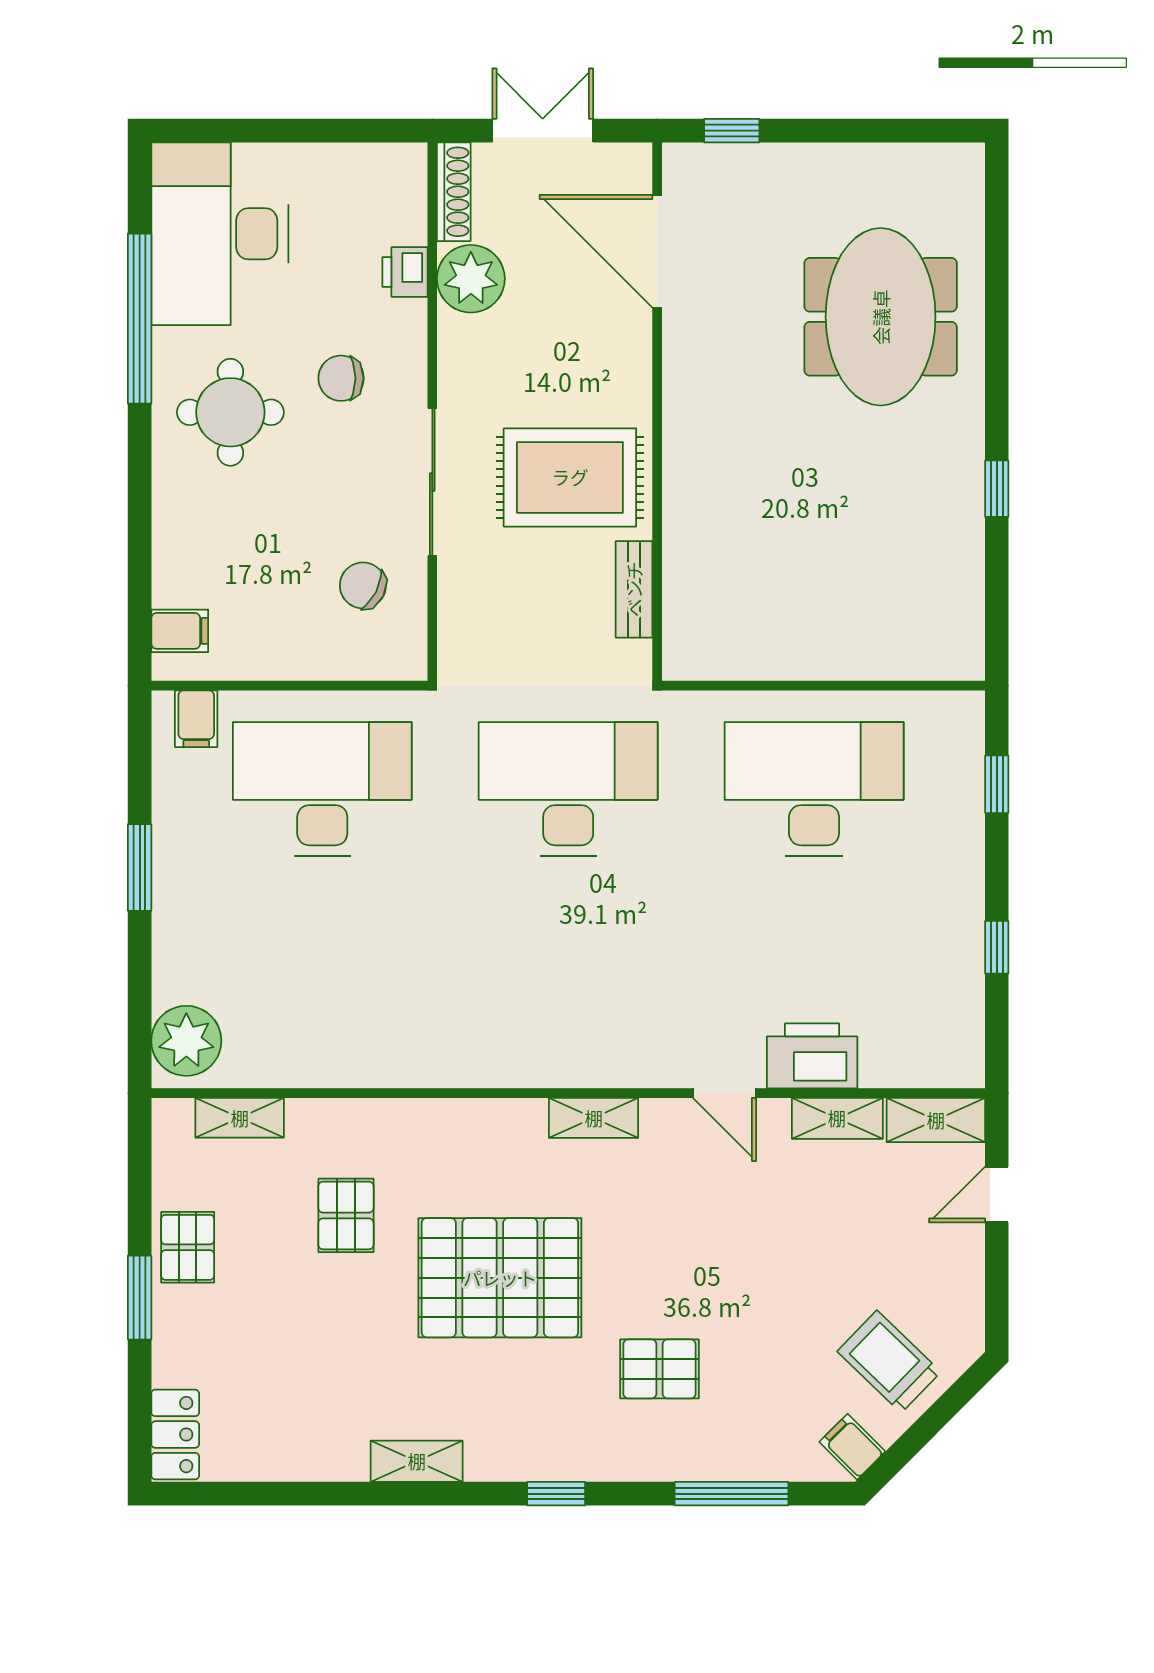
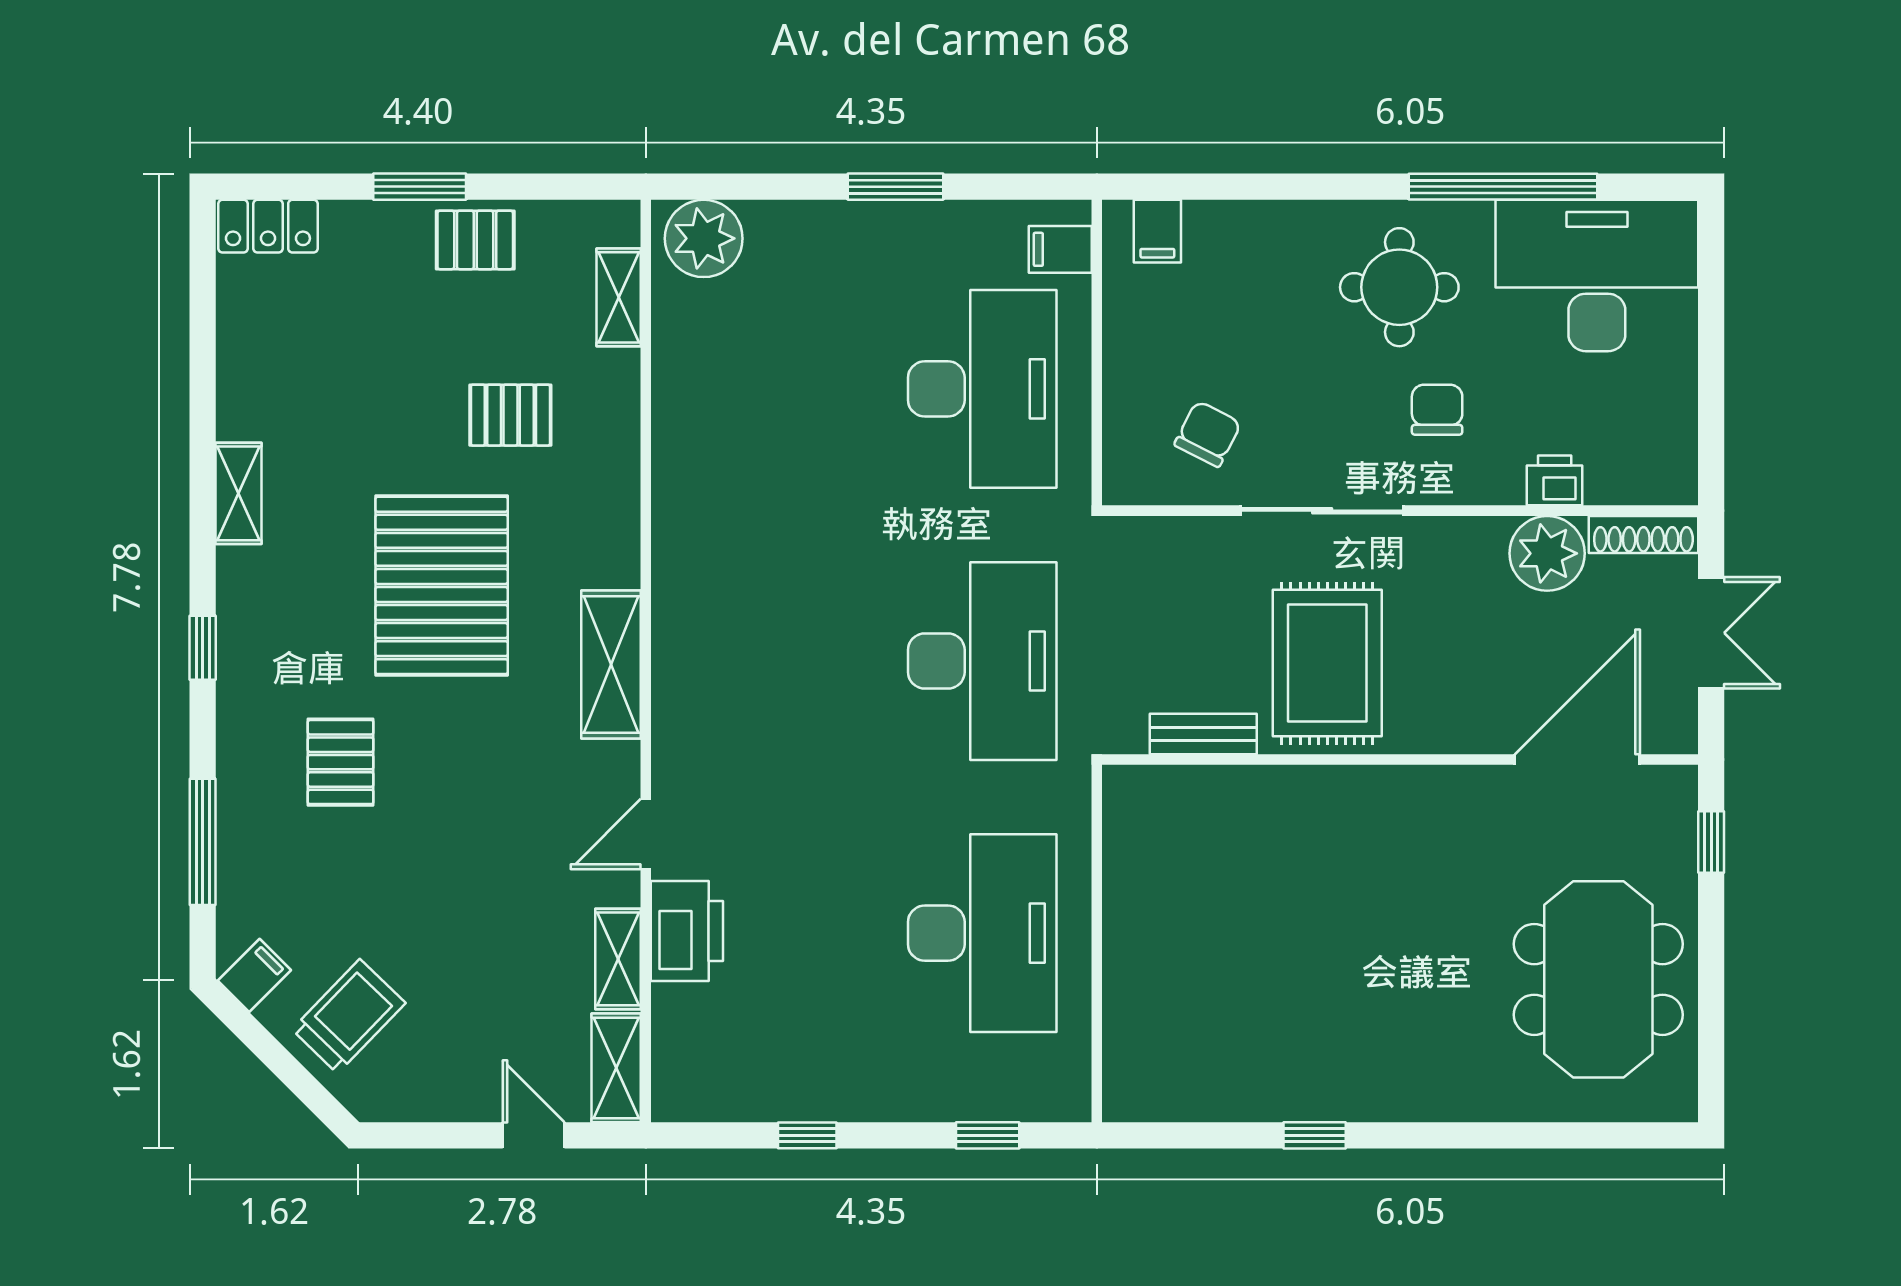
meeting table: (881, 317) -> (1598, 979), moved, turned 90
shelving: (594, 1118) -> (611, 664), width x1.50, depth x1.33

